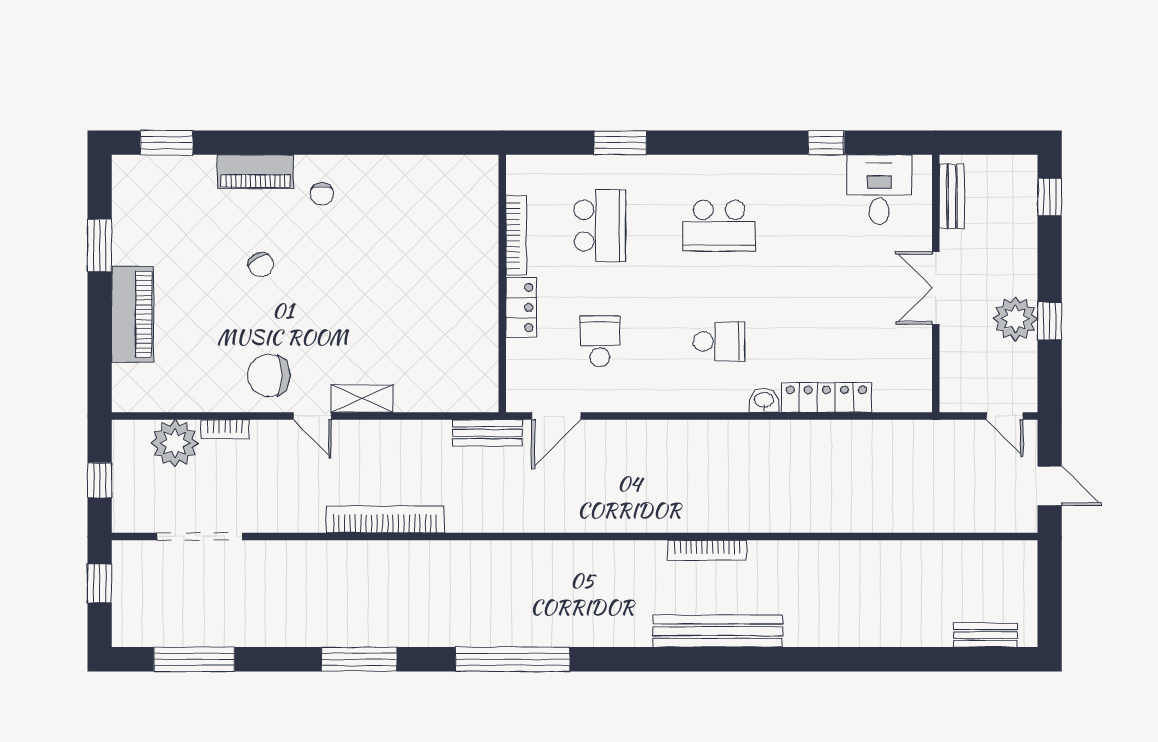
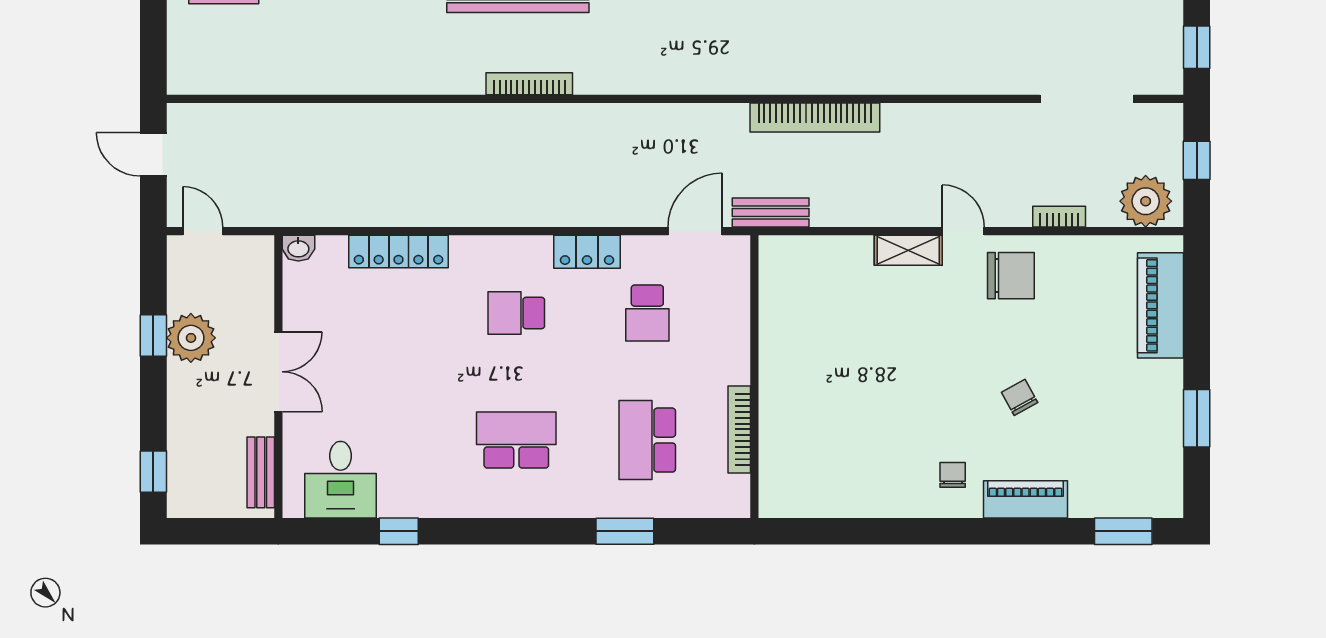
locker: (521, 307) -> (587, 252), moved, turned -90
piano: (132, 314) -> (1161, 305), moved
washbasin: (764, 401) -> (298, 248), moved
plant: (175, 443) -> (1146, 201), moved
bookcase: (385, 519) -> (815, 118), moved

